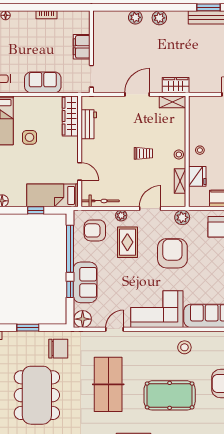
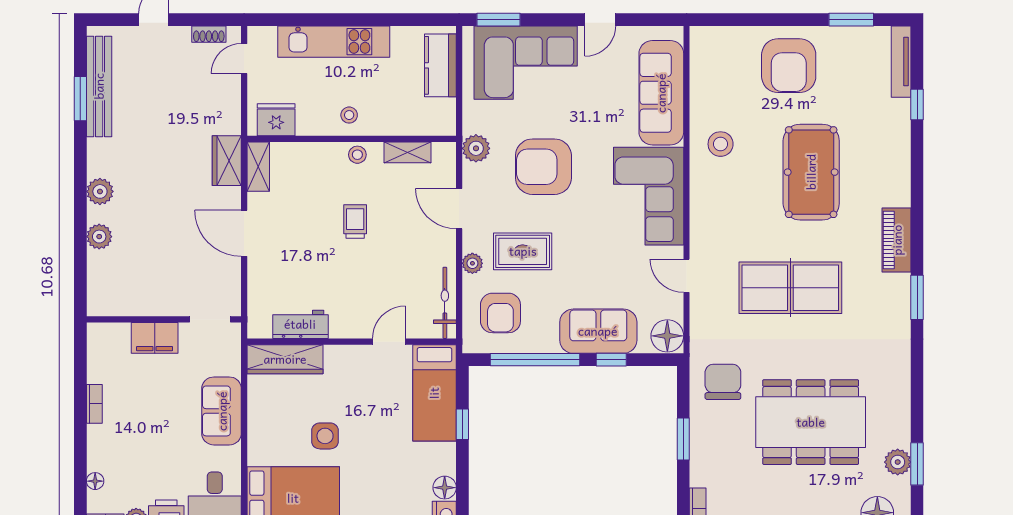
fridge: (197, 176) -> (276, 120), moved

